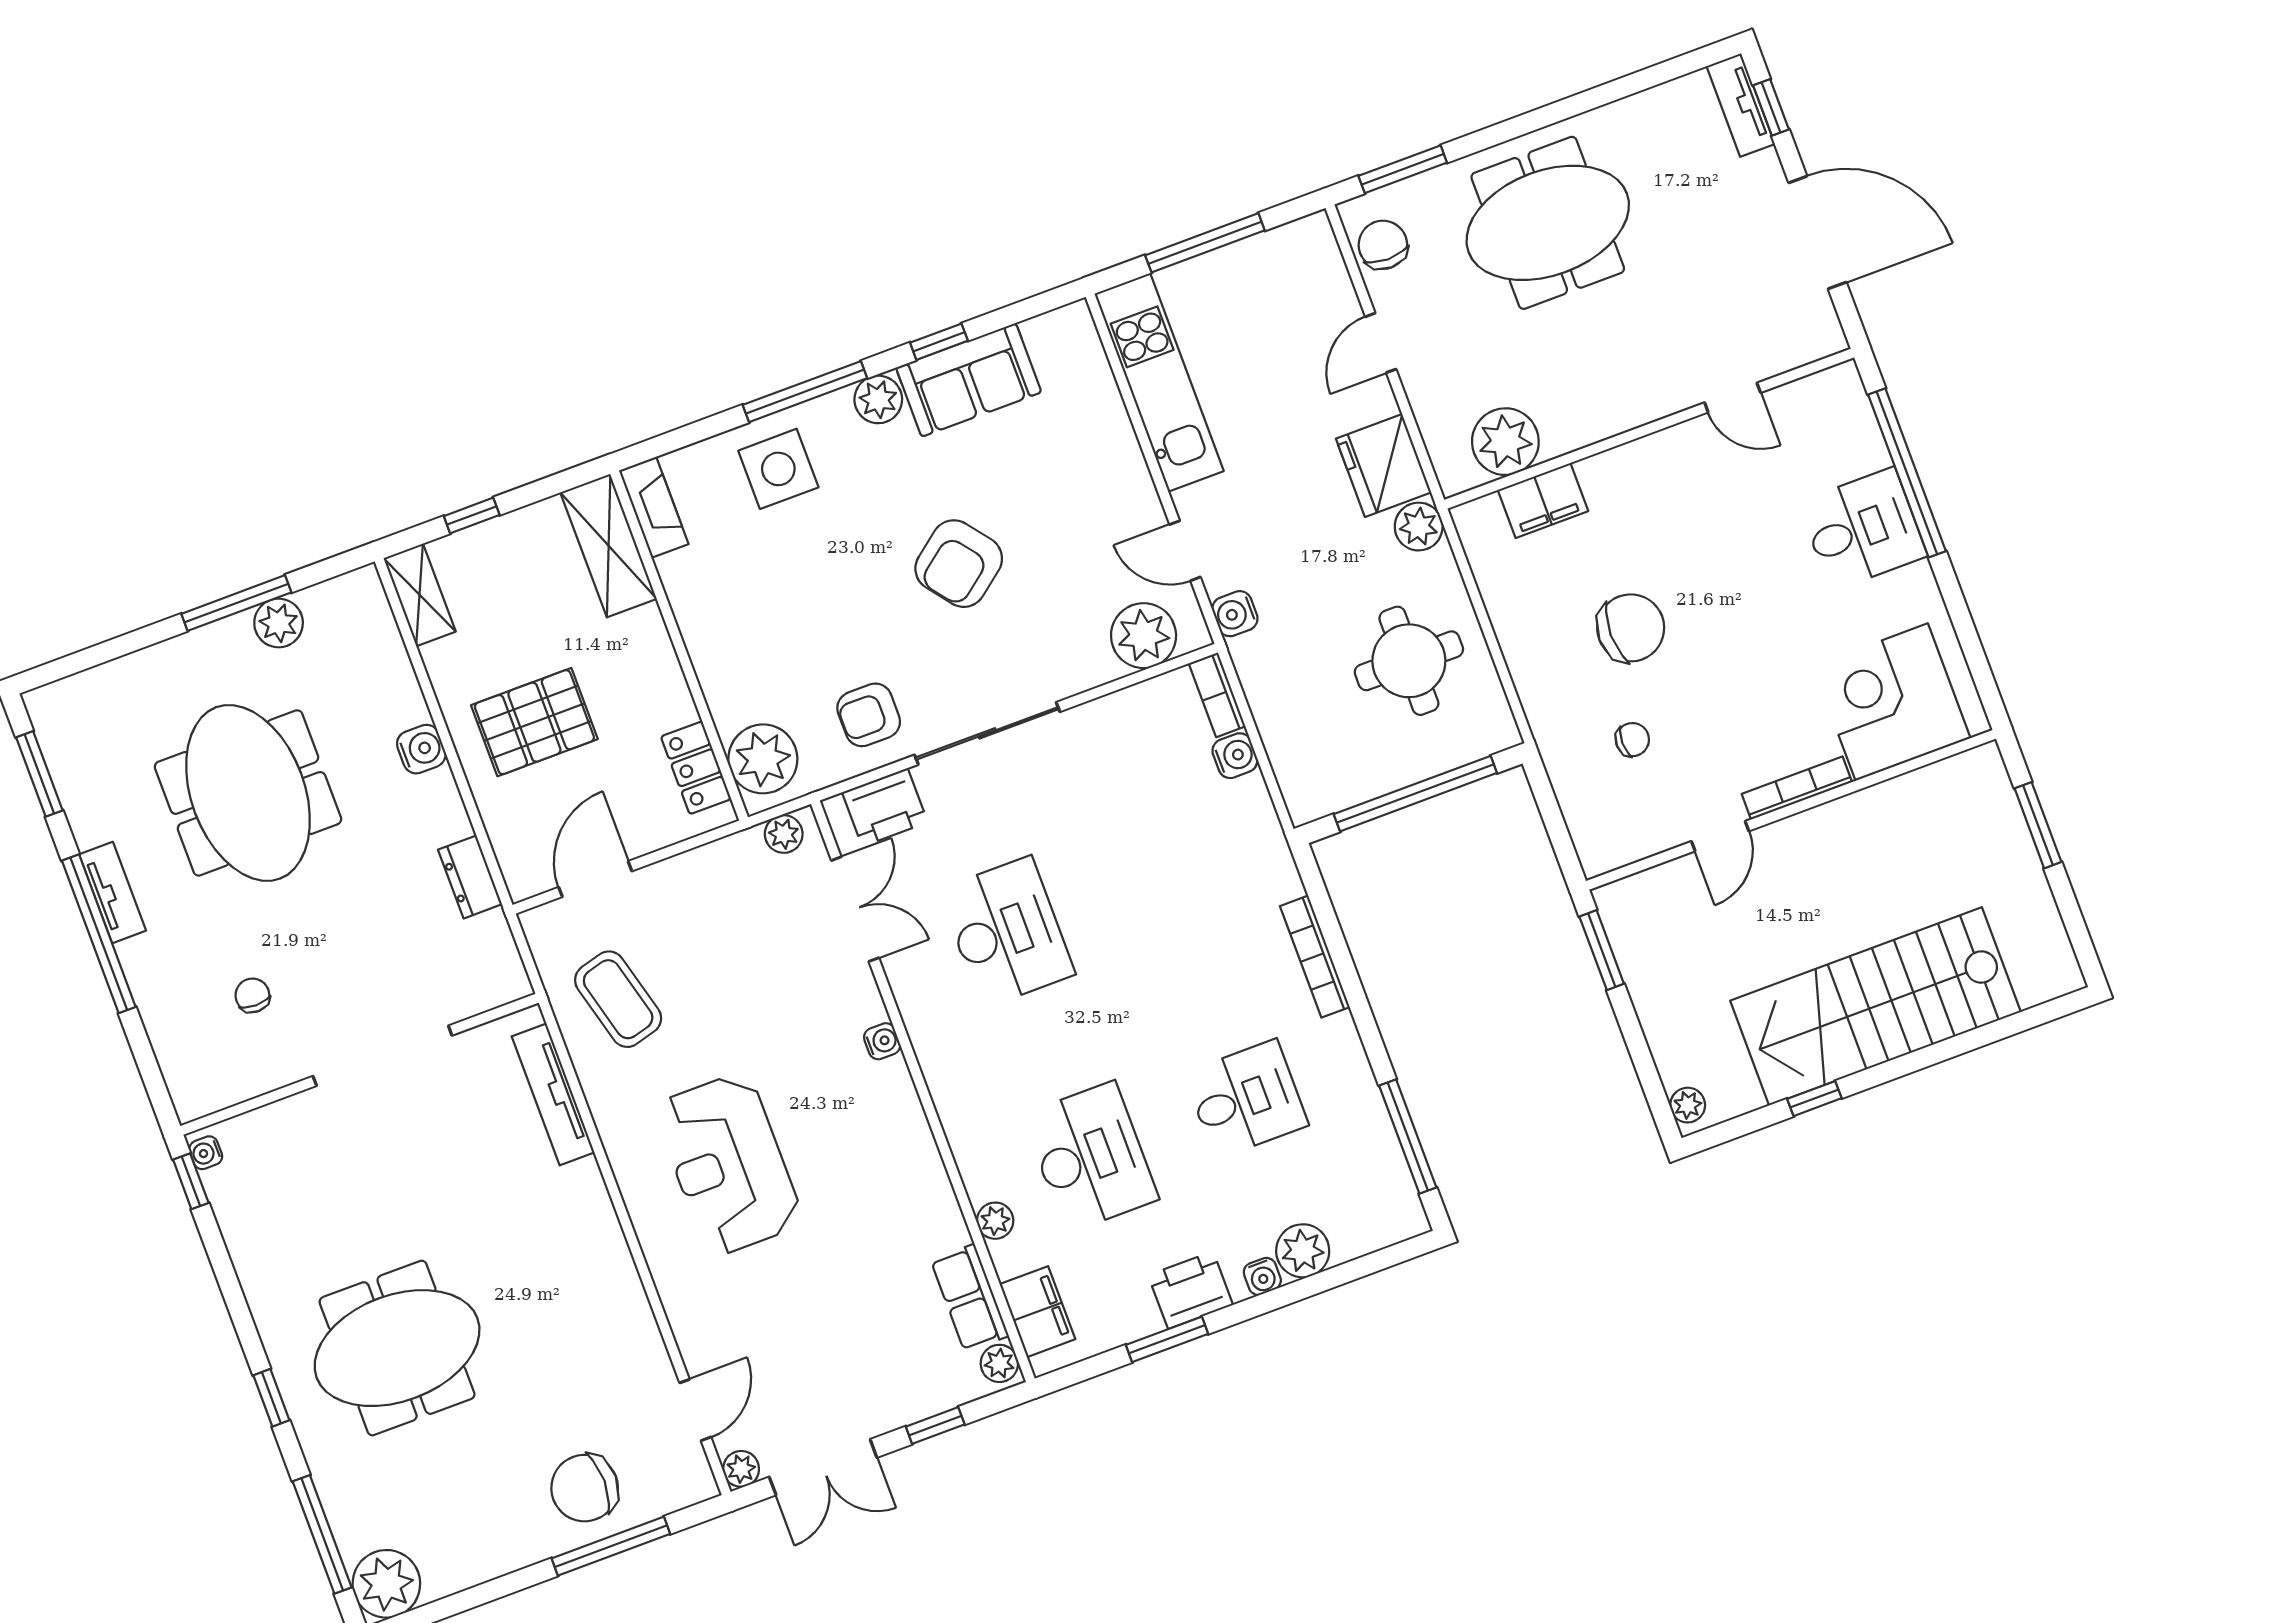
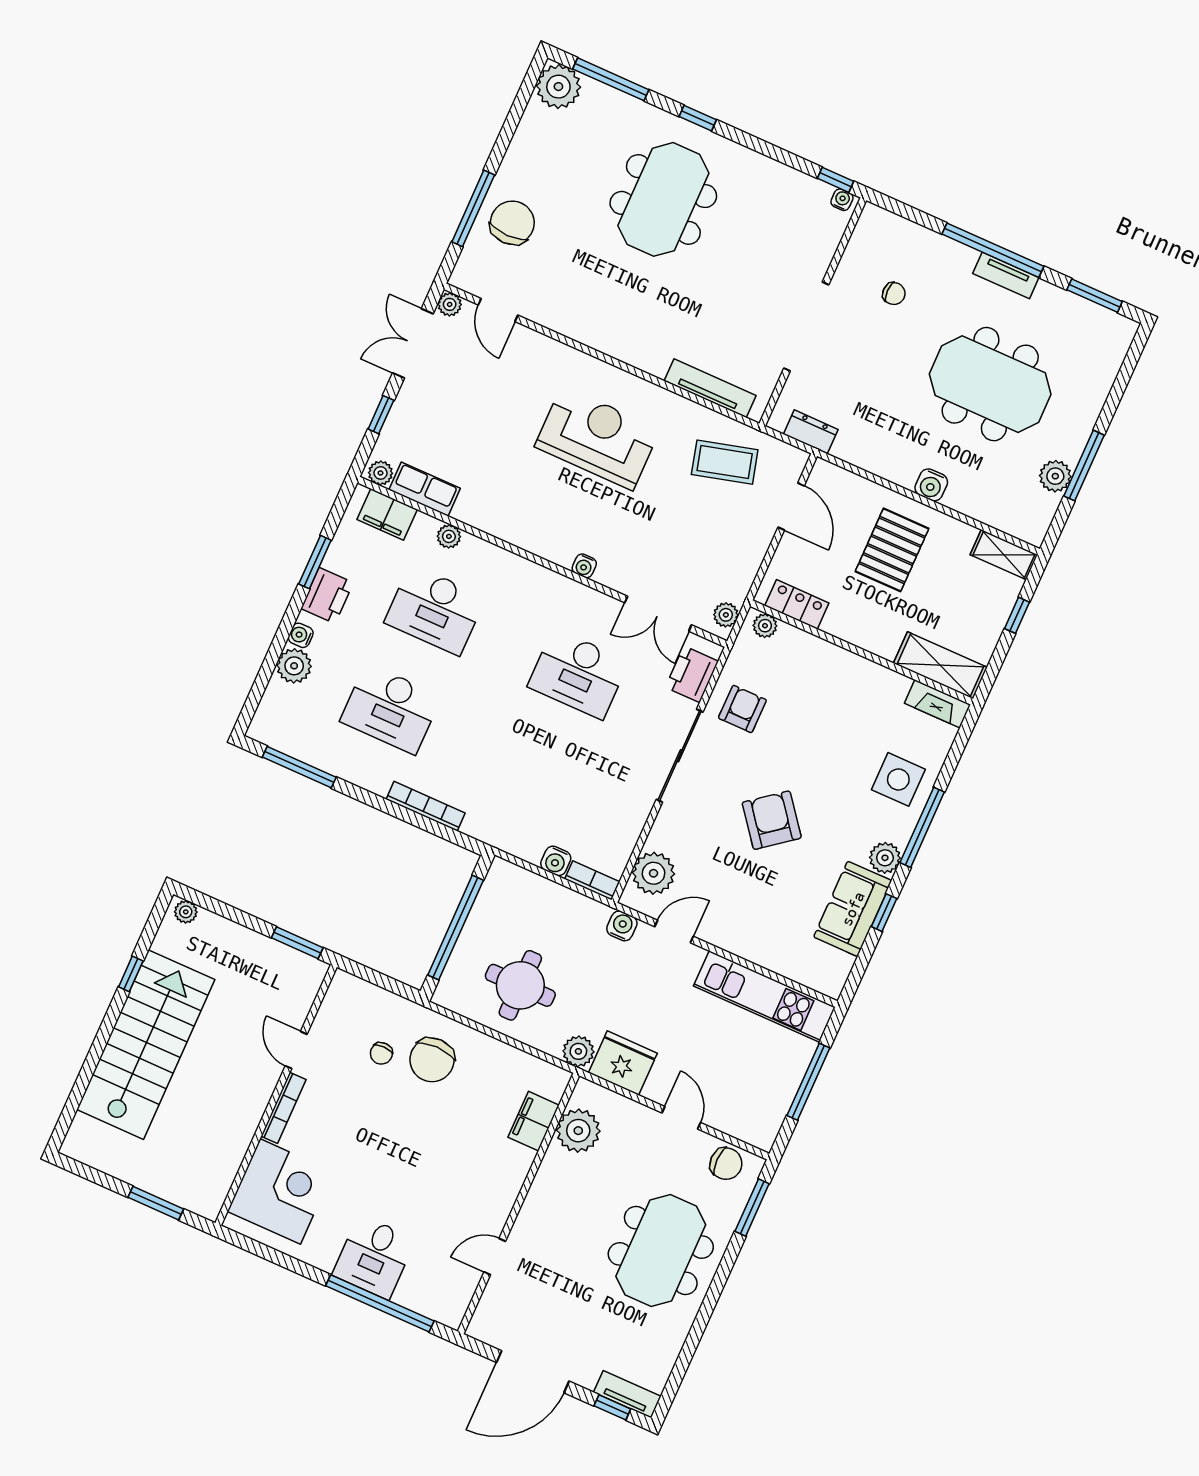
chair: (1631, 628) -> (432, 1060), moved
plant: (763, 759) -> (765, 626), width x0.53, depth x0.53
dresser: (470, 877) -> (811, 432), moved
desk: (1246, 1099) -> (391, 709), width x1.37

